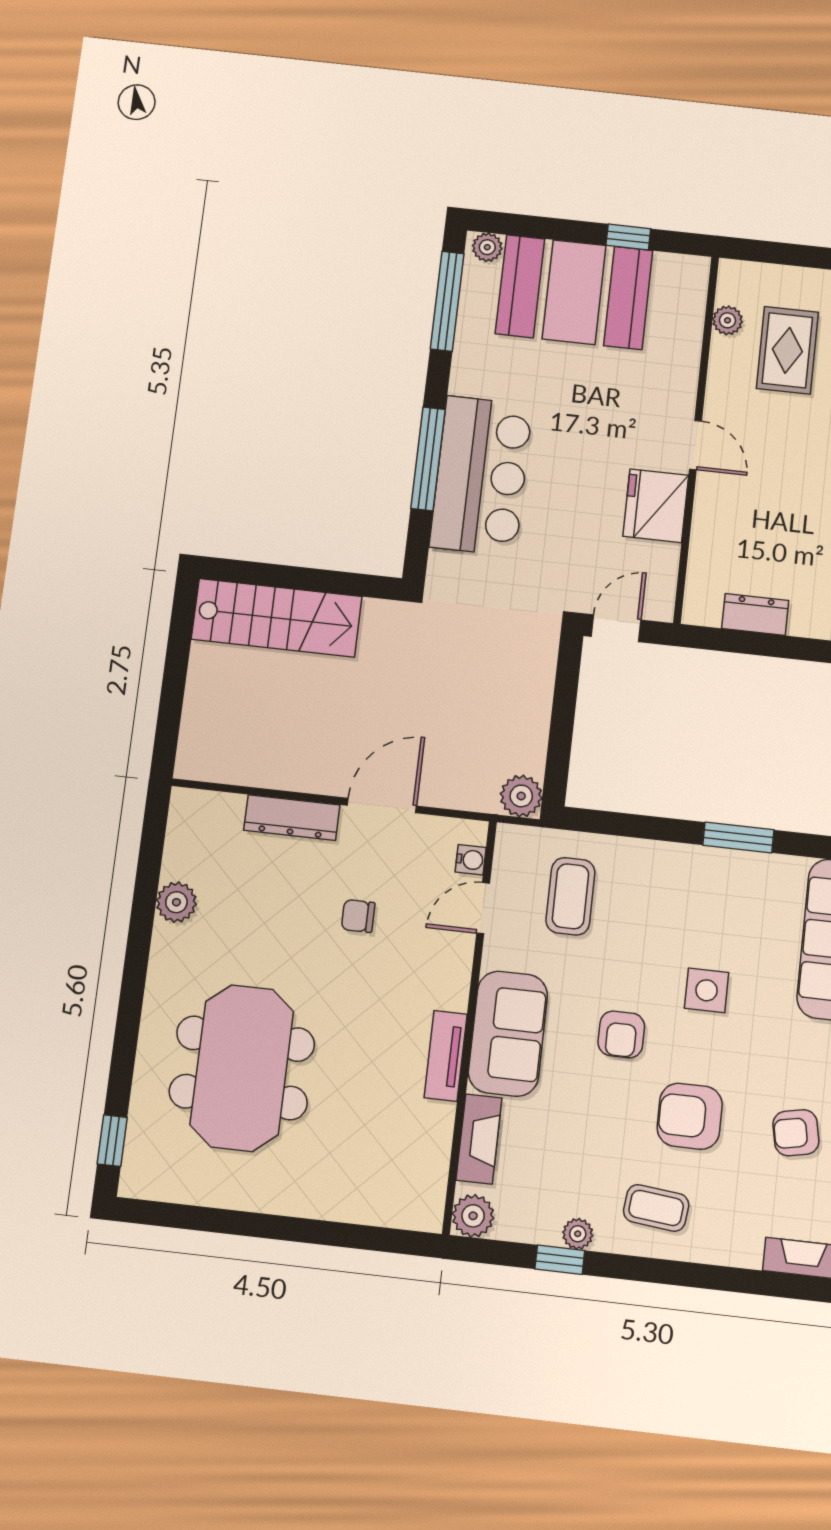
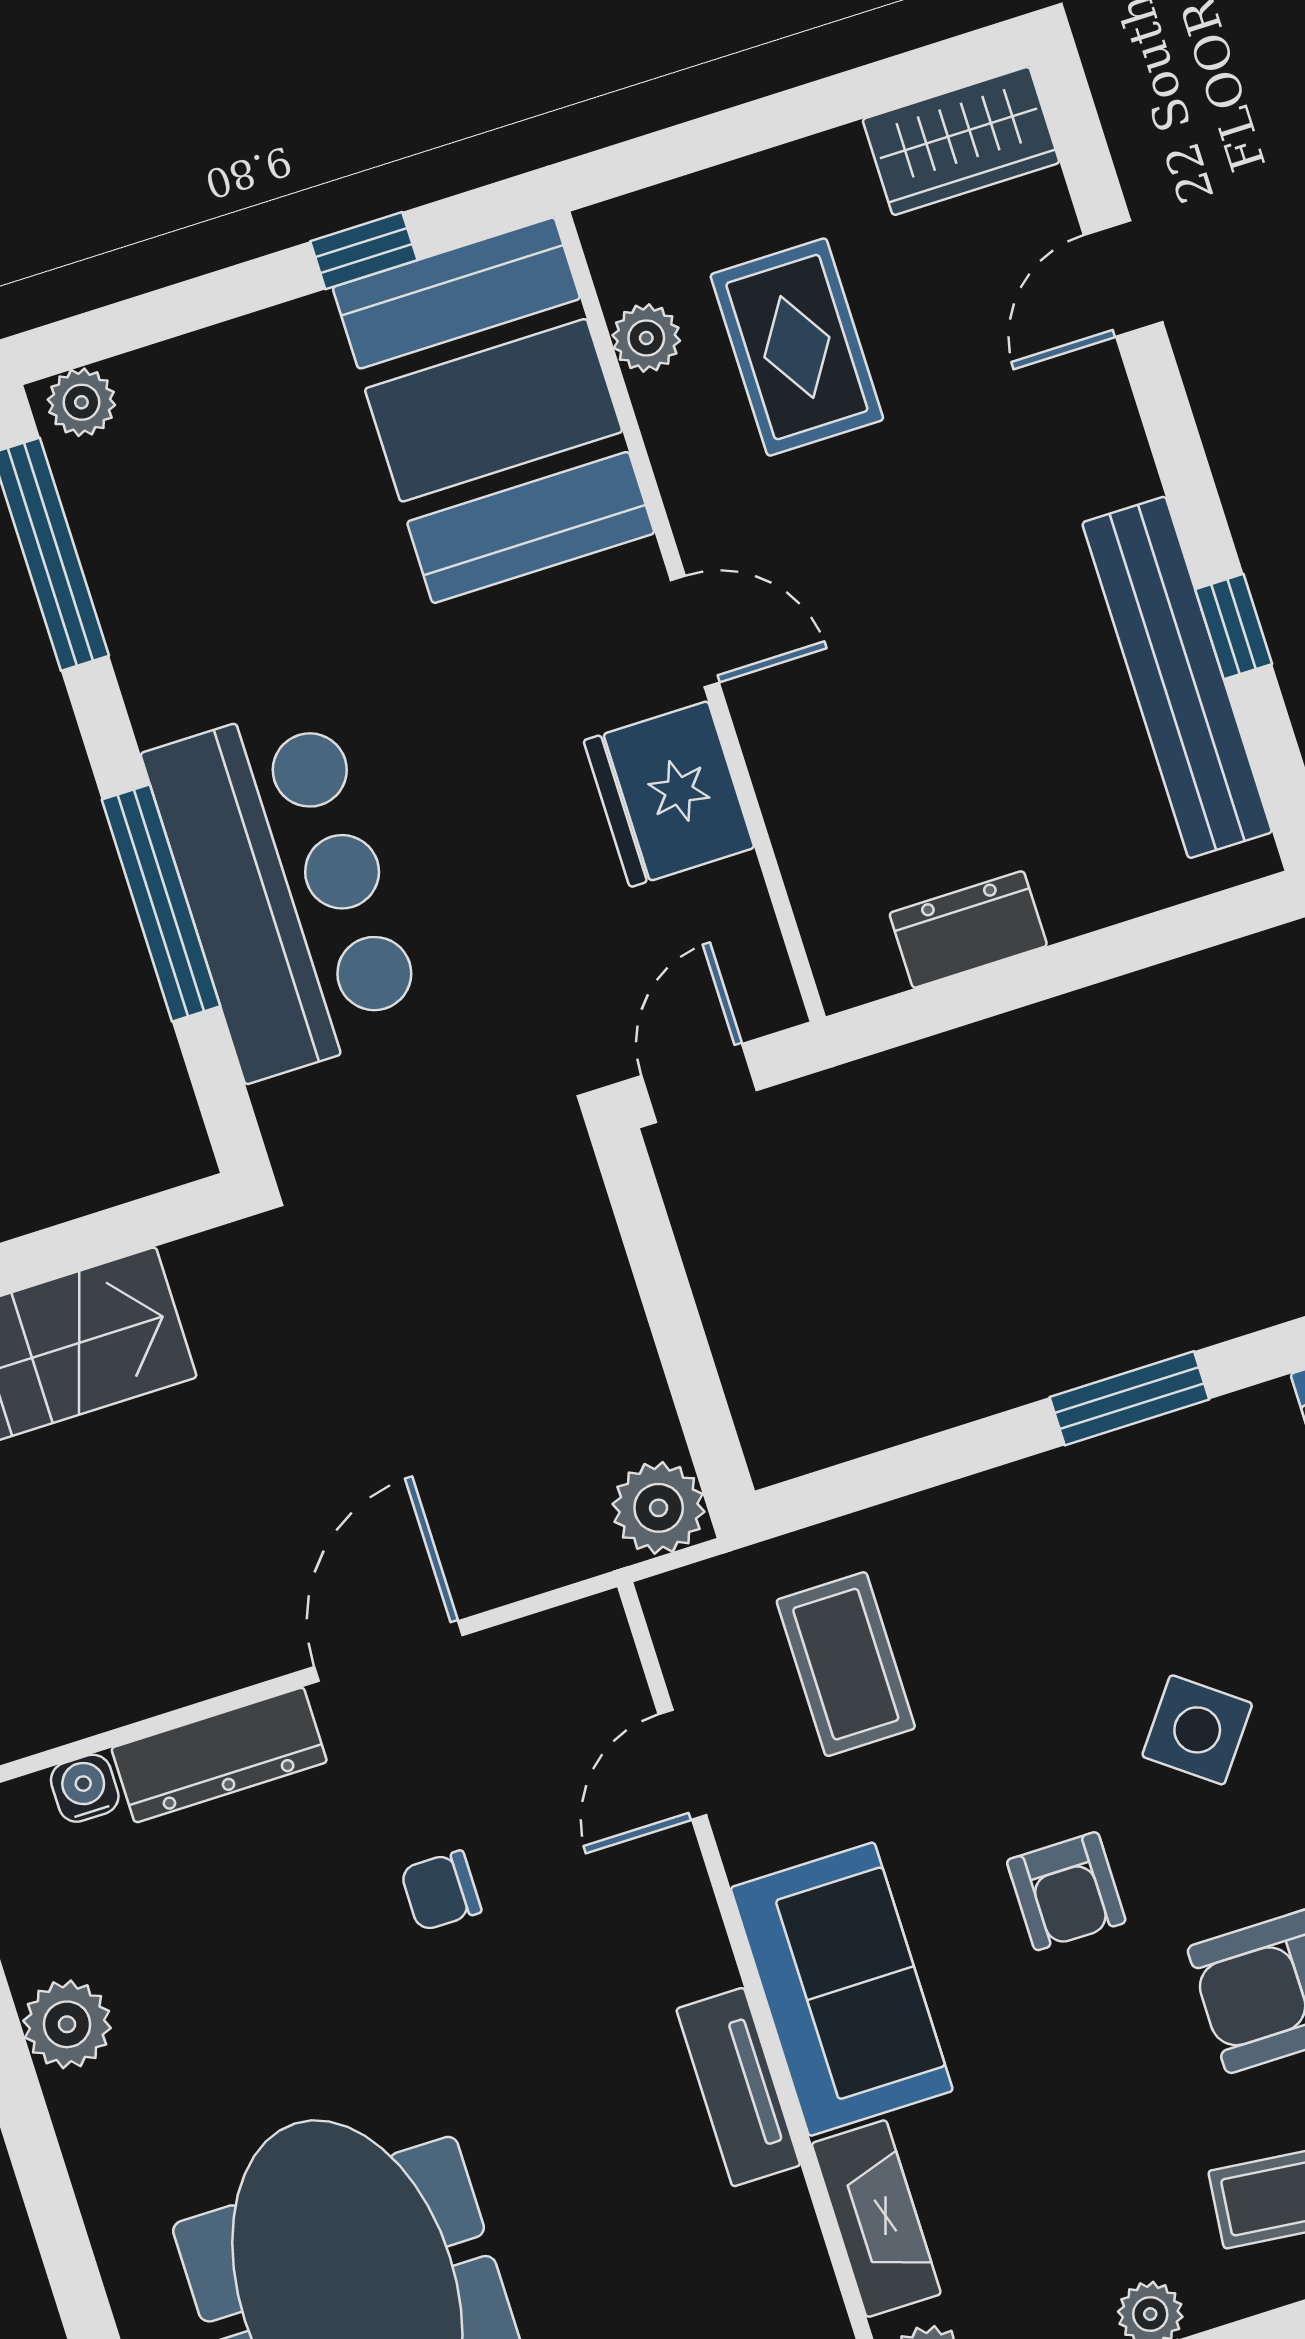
booth: (574, 292) -> (494, 410), moved, turned 90
water cooler: (471, 860) -> (85, 1788), moved, turned -90
side table: (707, 990) -> (1197, 1730), turned 37

